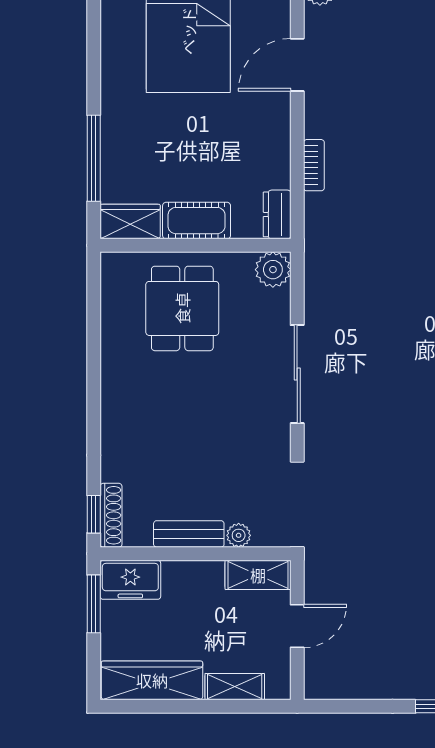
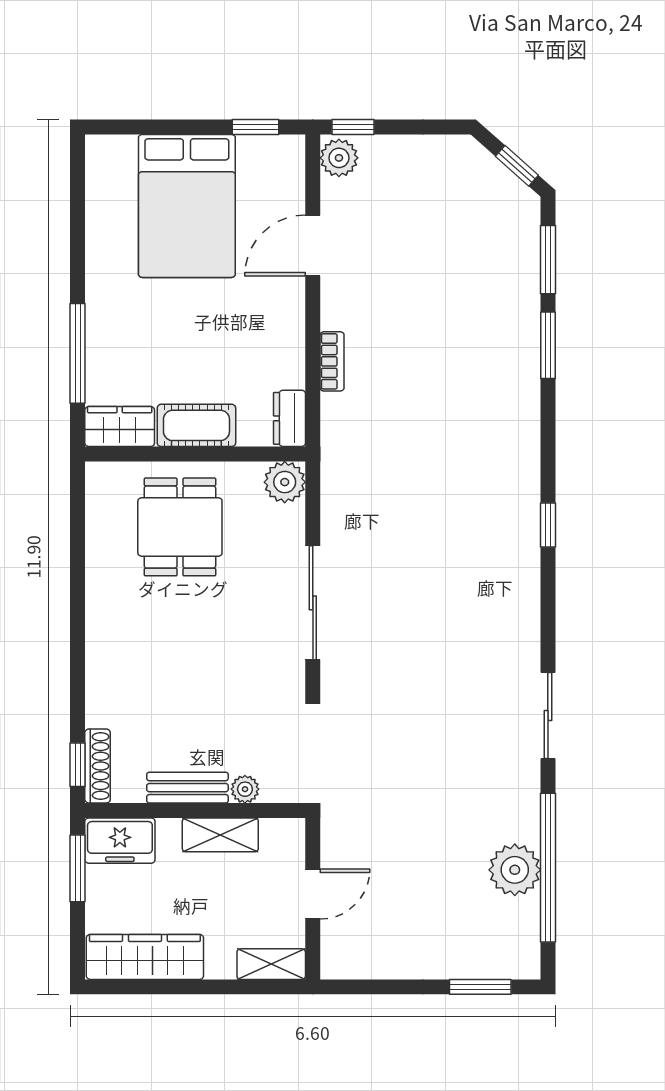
shelving: (258, 575) -> (220, 835), moved
shelving: (235, 687) -> (271, 964), moved

